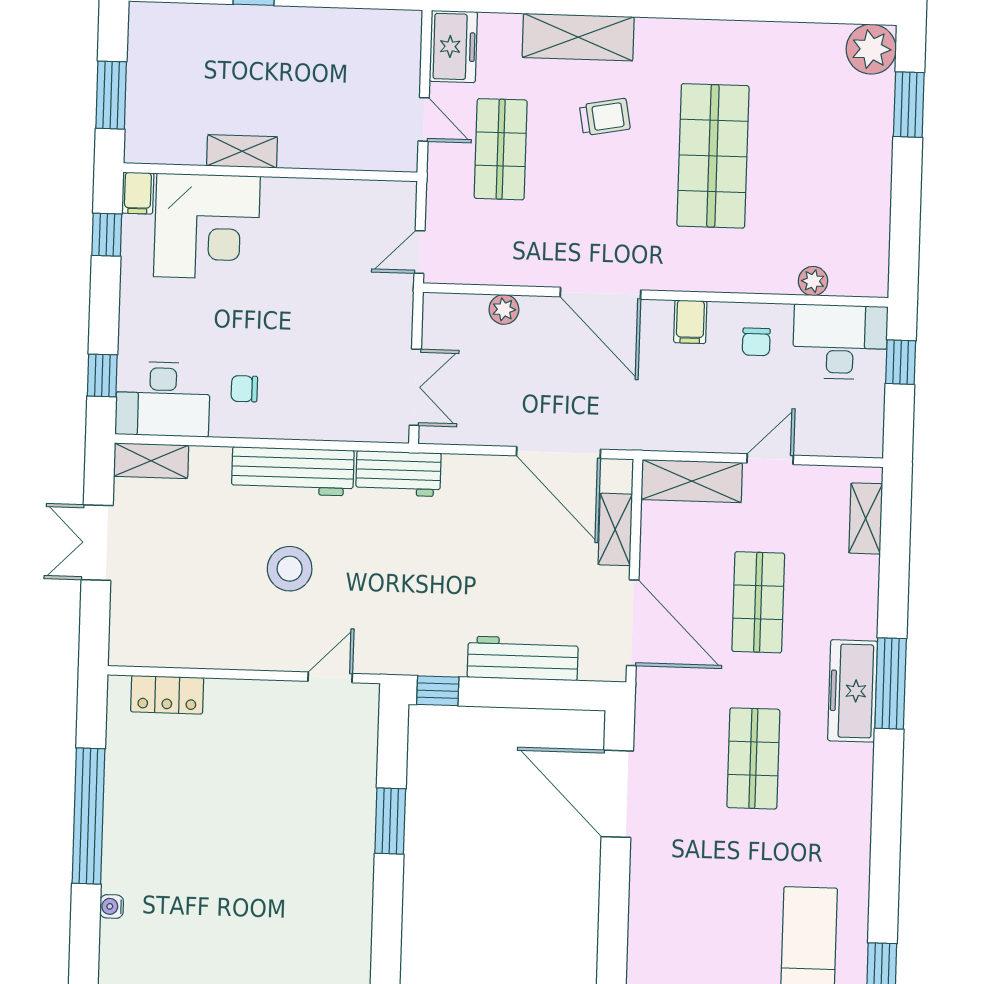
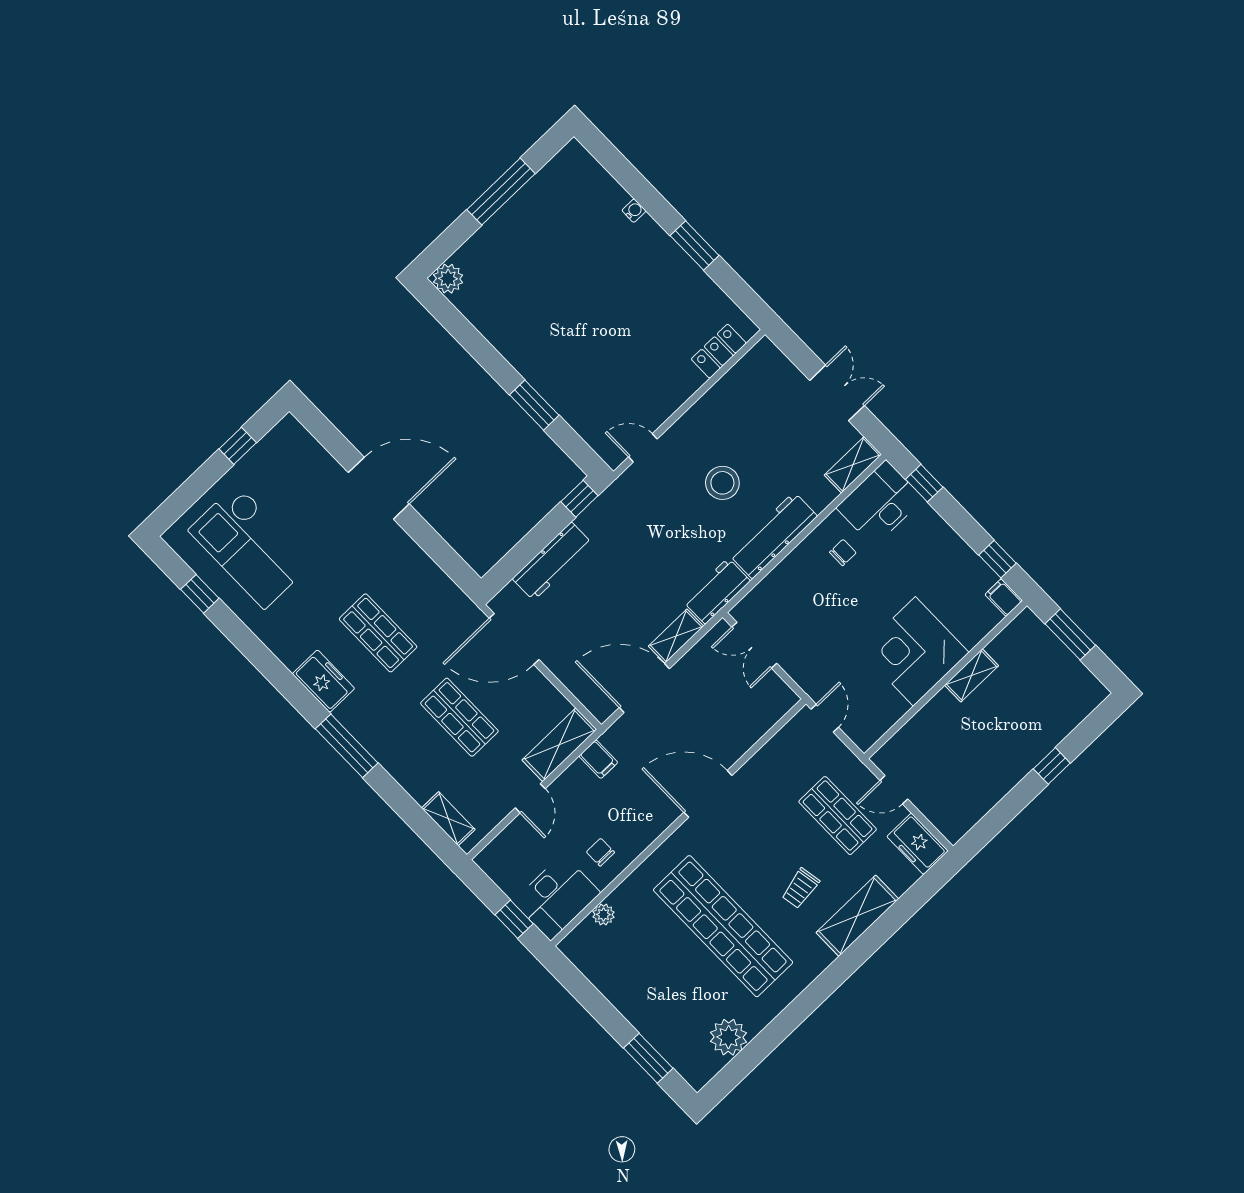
plant: (871, 49) -> (728, 1037), moved
shop shelf: (713, 156) -> (723, 926), width x1.40
corner desk: (207, 226) -> (914, 651), moved
plant: (504, 309) -> (750, 734), removed
filing cabinet: (690, 322) -> (598, 759), moved, turned 180
shelving: (615, 529) -> (676, 636), moved, turned 90
door: (330, 677) -> (643, 448), swing flipped
freezer: (853, 691) -> (323, 681), moved, width x0.71
door: (617, 794) -> (379, 488), moved
window: (88, 816) -> (695, 245), width x0.47

